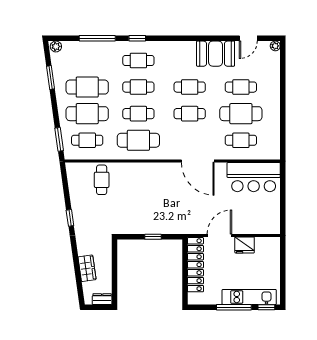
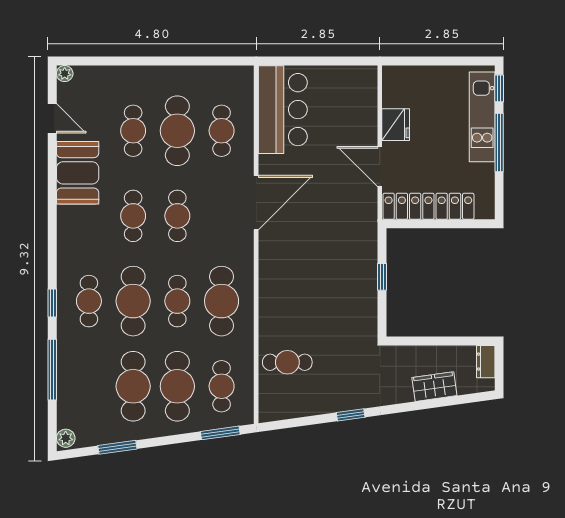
cafe table: (138, 87) -> (133, 301), width x1.37, depth x1.35

